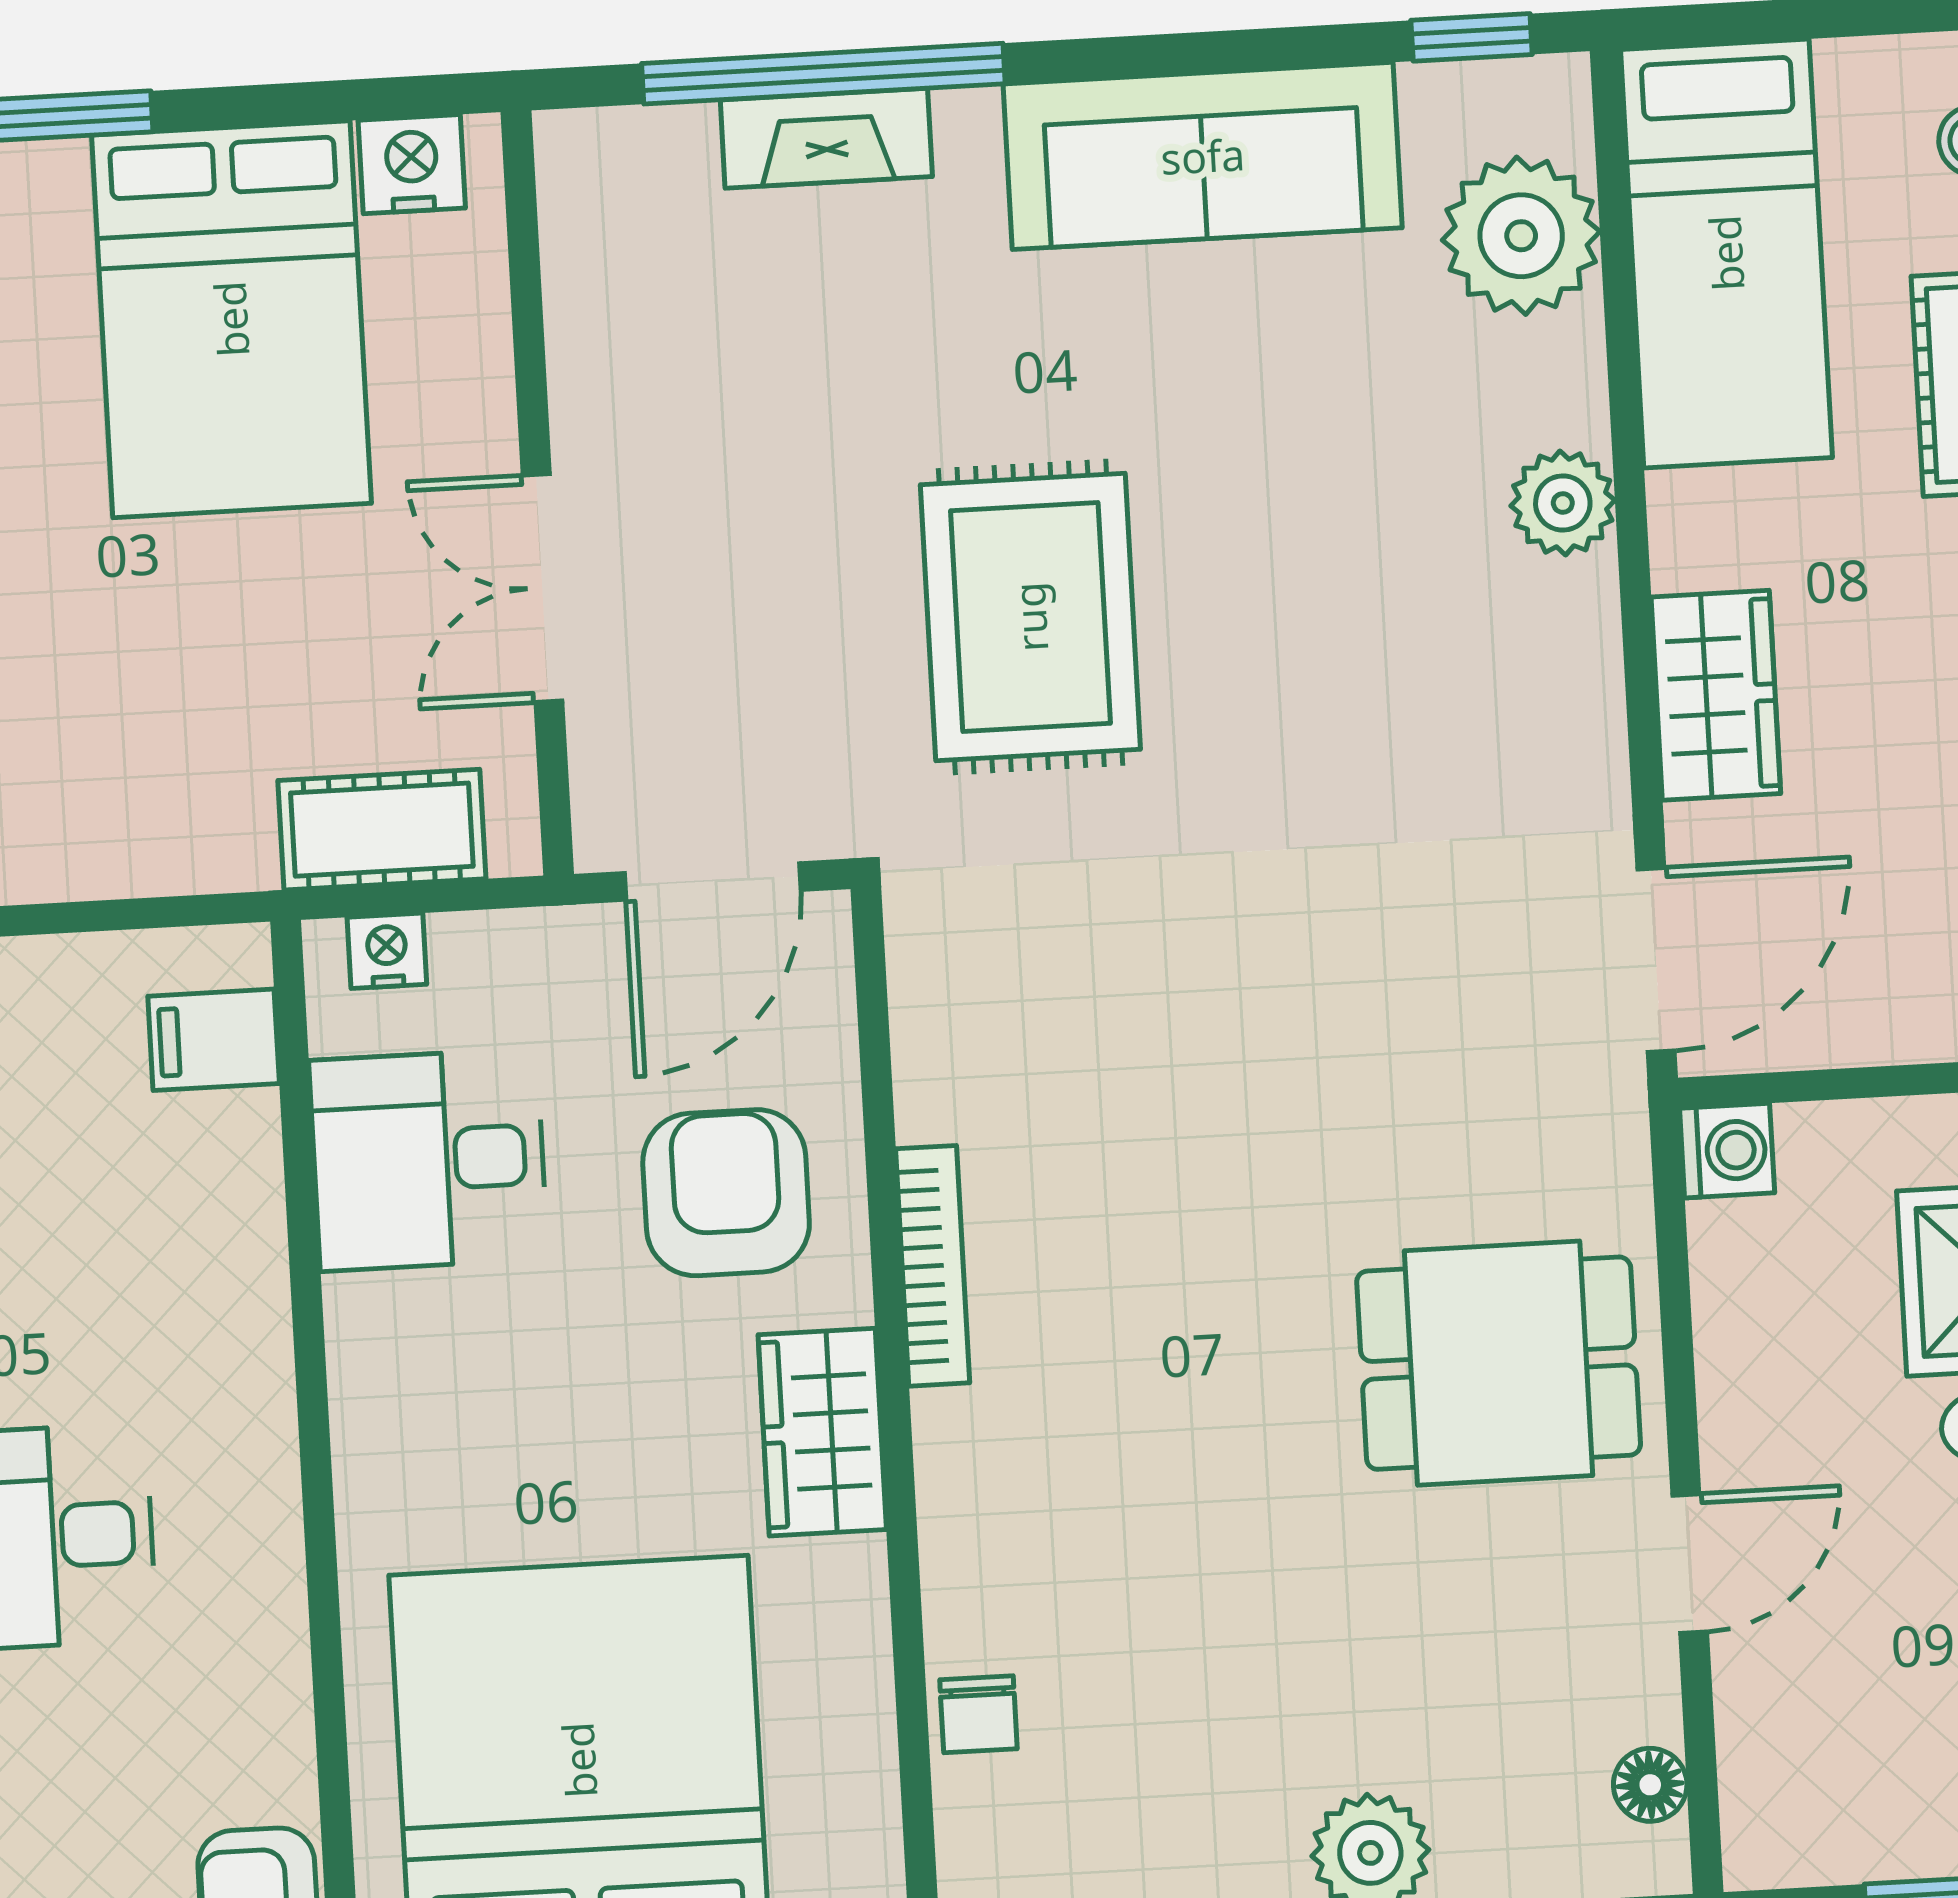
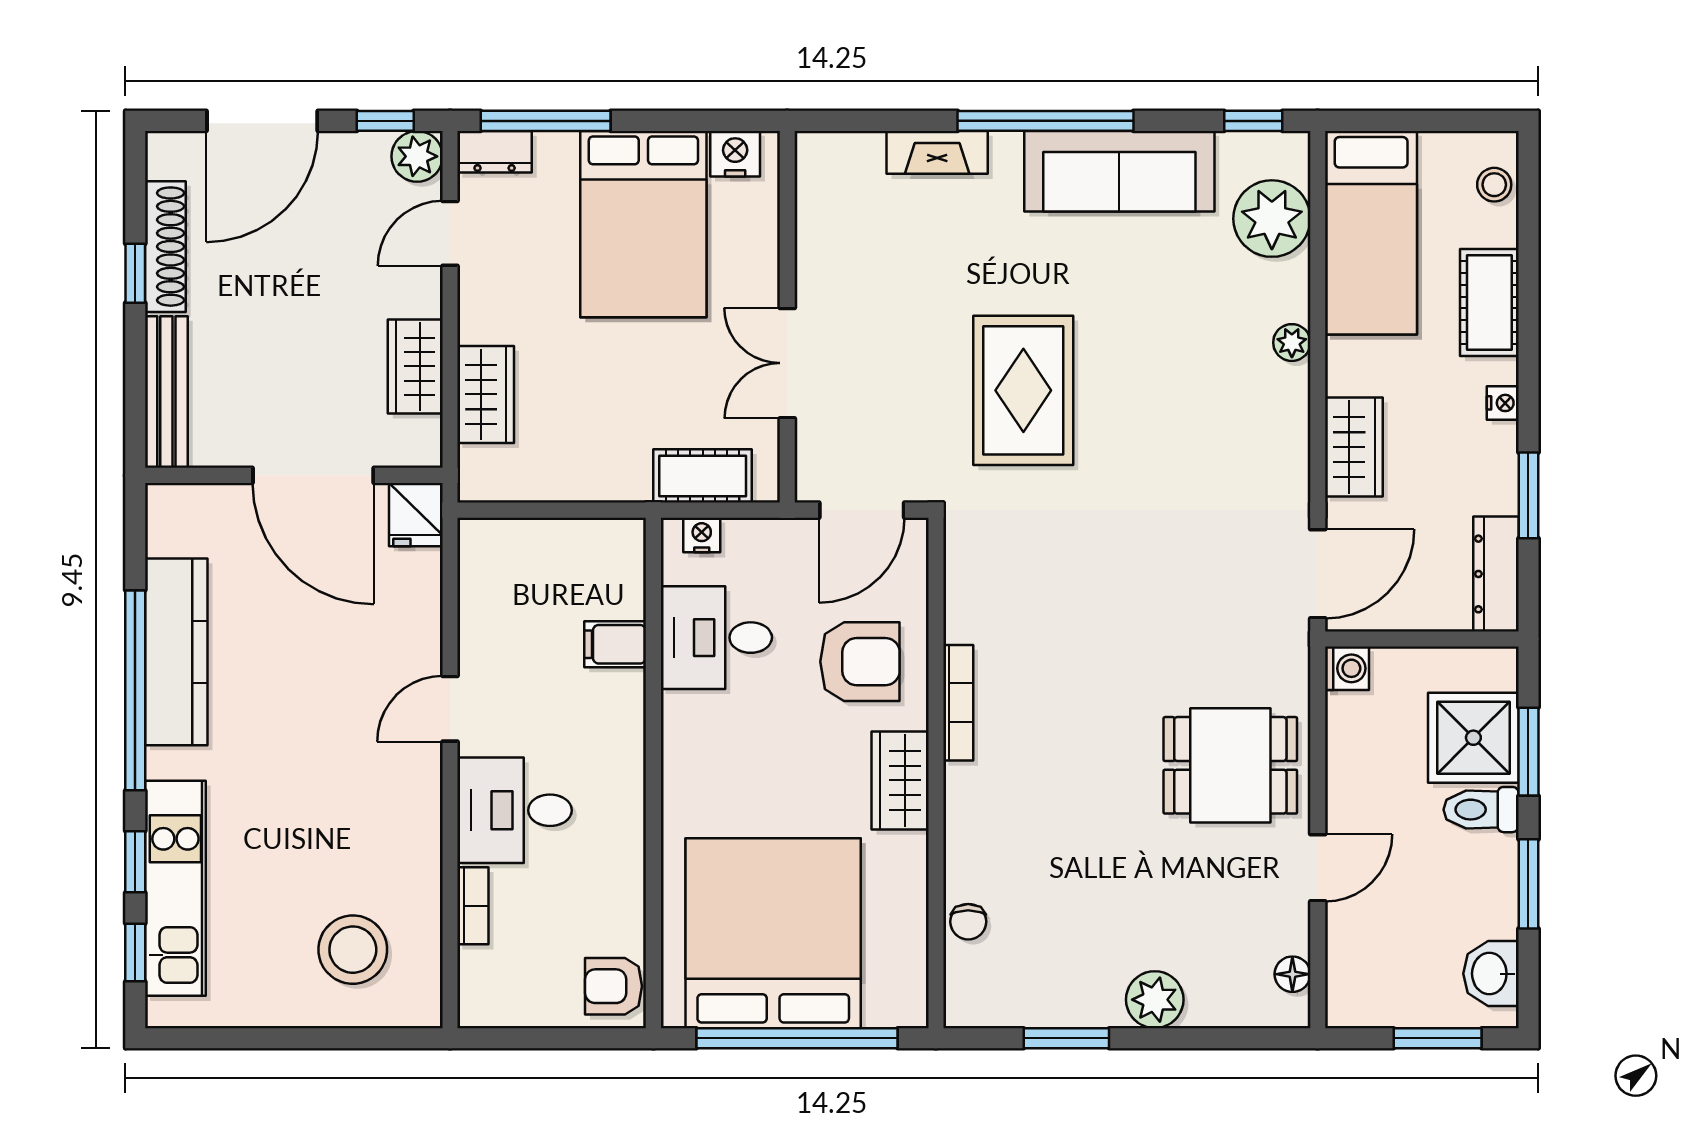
window: (823, 74) -> (1046, 121), moved
plant: (1563, 503) -> (1292, 343), width x0.73, depth x0.73
filing cabinet: (214, 1040) -> (615, 644), moved
armchair: (726, 1193) -> (860, 662), turned 90

